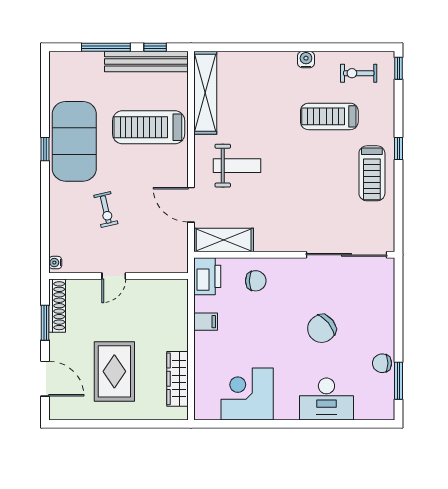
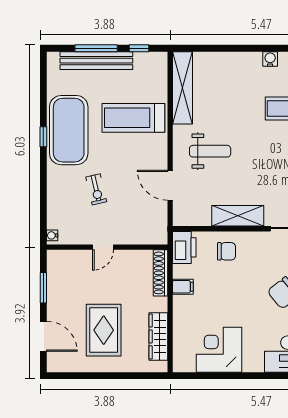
bench: (146, 61) -> (96, 61), moved
shelving: (224, 240) -> (238, 216), moved
shoe rack: (57, 306) -> (160, 273), moved, turned 180

